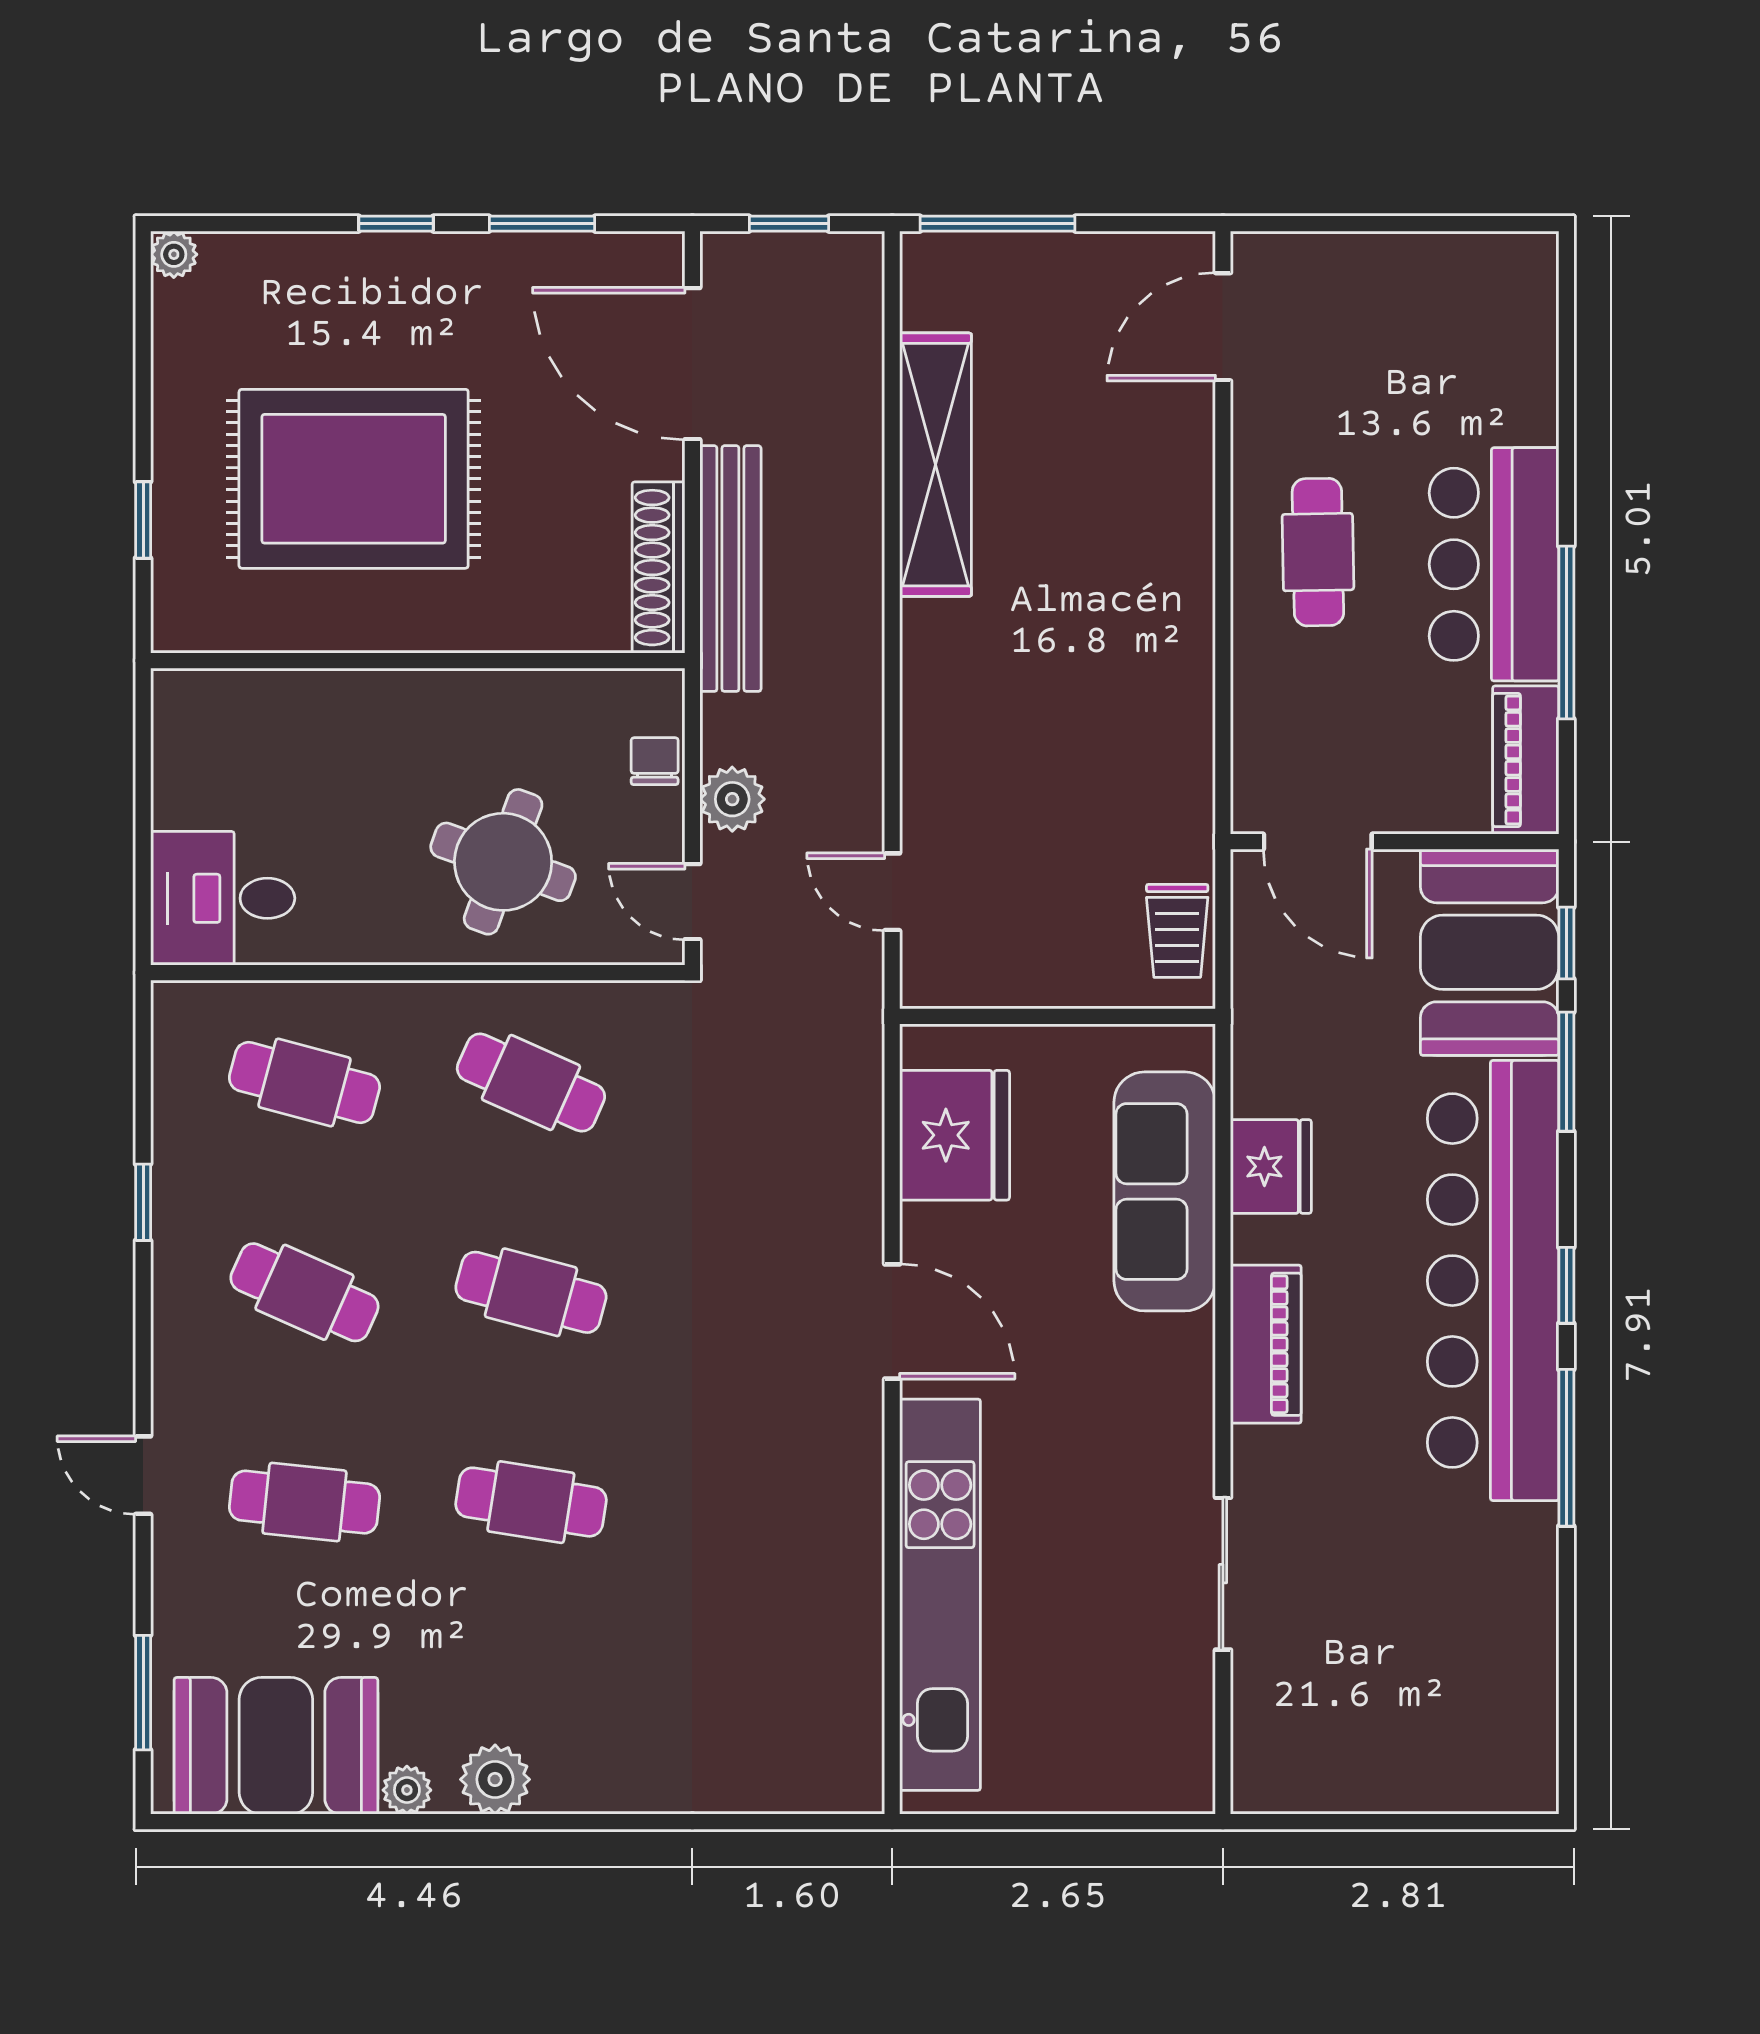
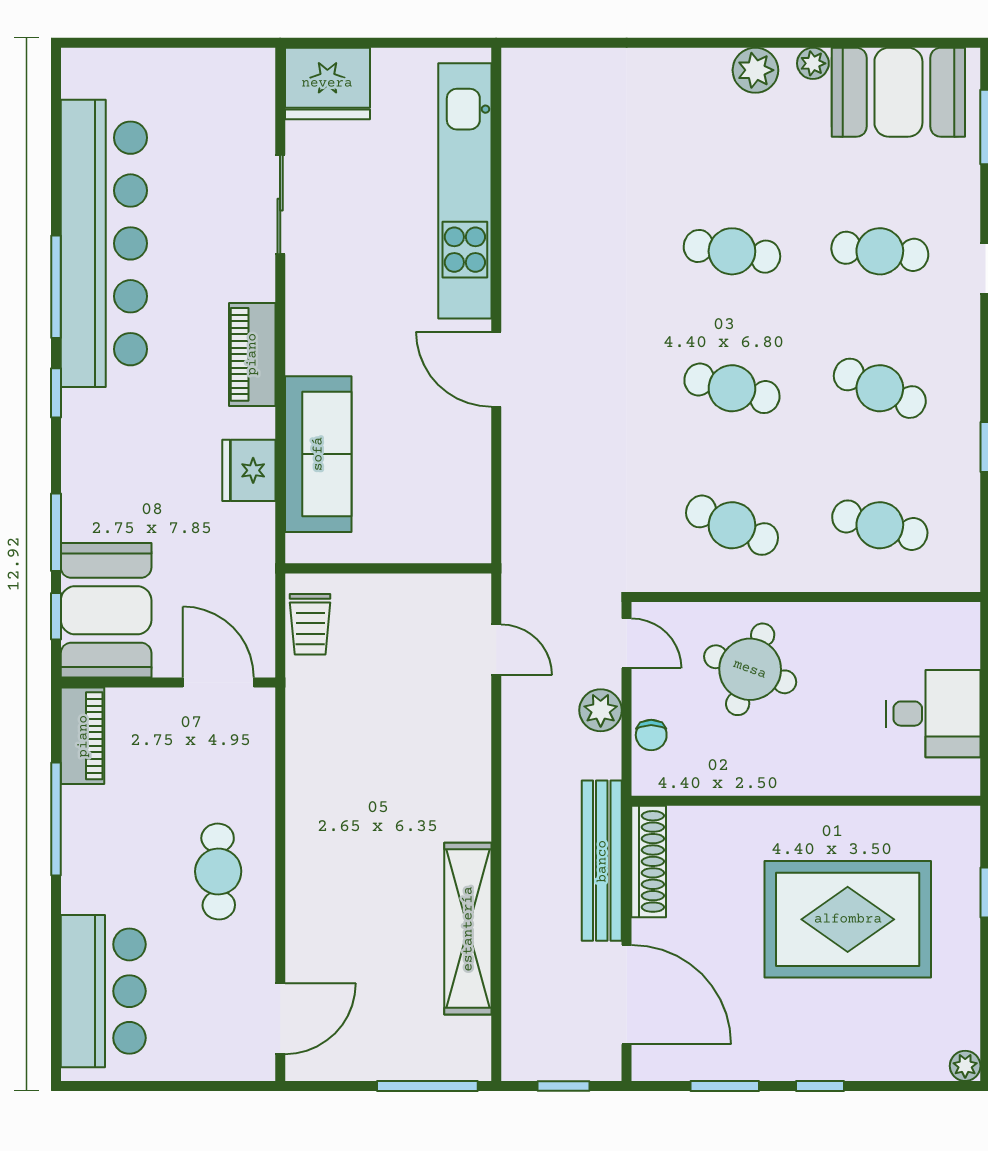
bar counter: (1494, 564) -> (103, 991), moved
desk: (223, 898) -> (933, 714), moved
trolley: (1177, 931) -> (310, 624), turned 180
fridge: (955, 1135) -> (327, 83), moved, turned -90
bar counter: (1493, 1281) -> (104, 243), moved

